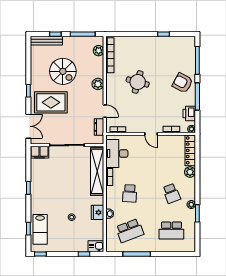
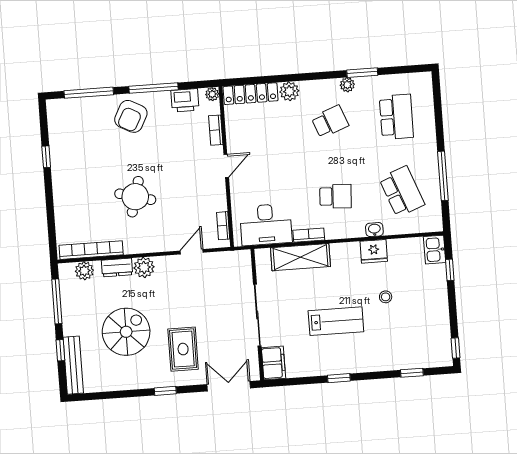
rug: (51, 102) -> (183, 349), width x0.73, depth x0.70
dresser: (99, 127) -> (117, 267), moved
shelving: (97, 171) -> (300, 257), width x0.68
lab bench: (40, 229) -> (336, 321), moved

